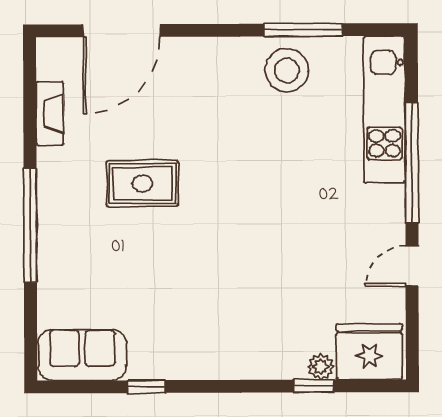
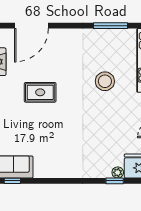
stool: (287, 70) -> (105, 81), moved
window: (146, 387) -> (12, 181), moved

